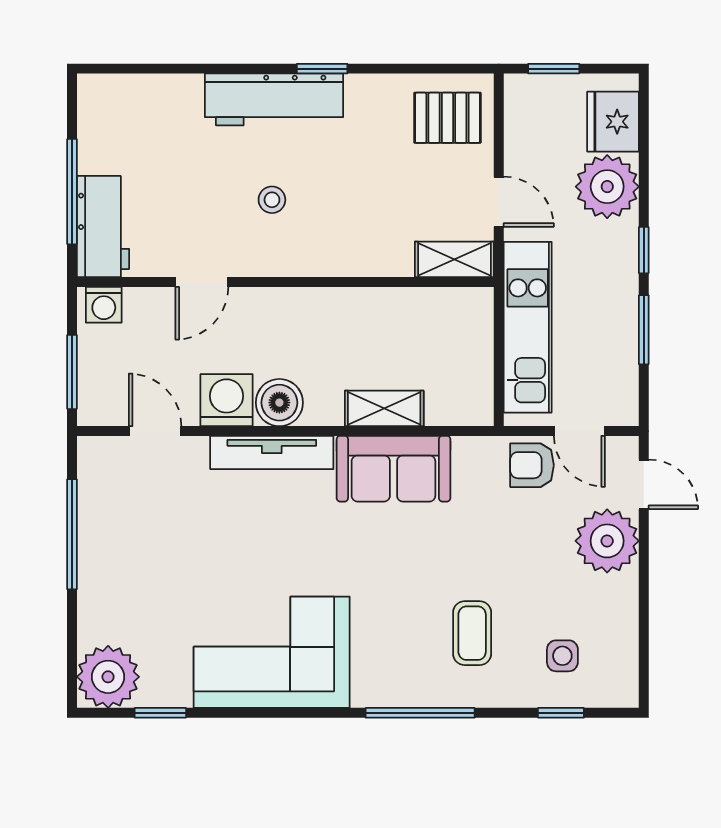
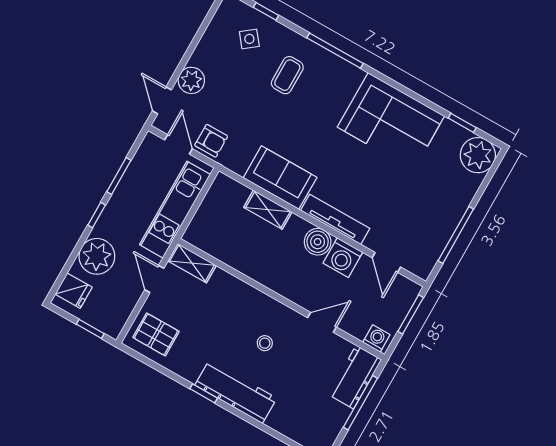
fridge: (613, 122) -> (74, 291), width x0.72
plant: (607, 541) -> (191, 80), width x0.73, depth x0.73
side table: (562, 656) -> (249, 39), turned -38

